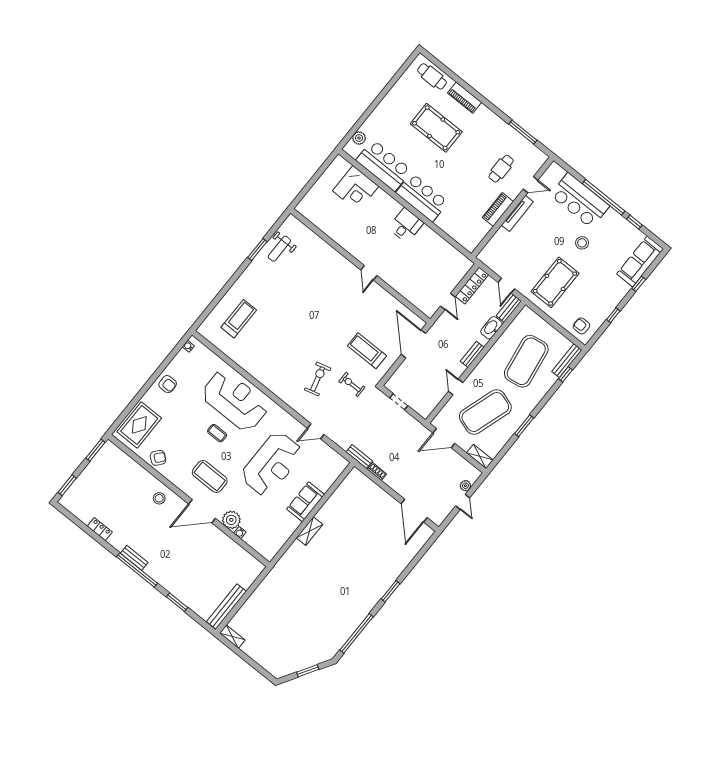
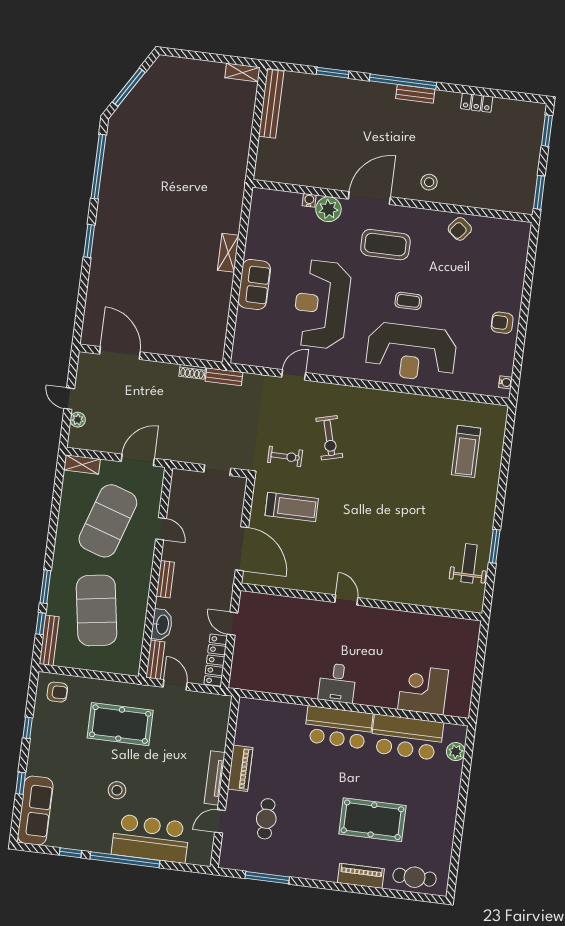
pool table: (555, 282) -> (120, 724), turned 90
rug: (139, 425) -> (506, 254), removed
window: (524, 426) -> (45, 587), moved
window: (308, 671) -> (129, 87), width x1.44

